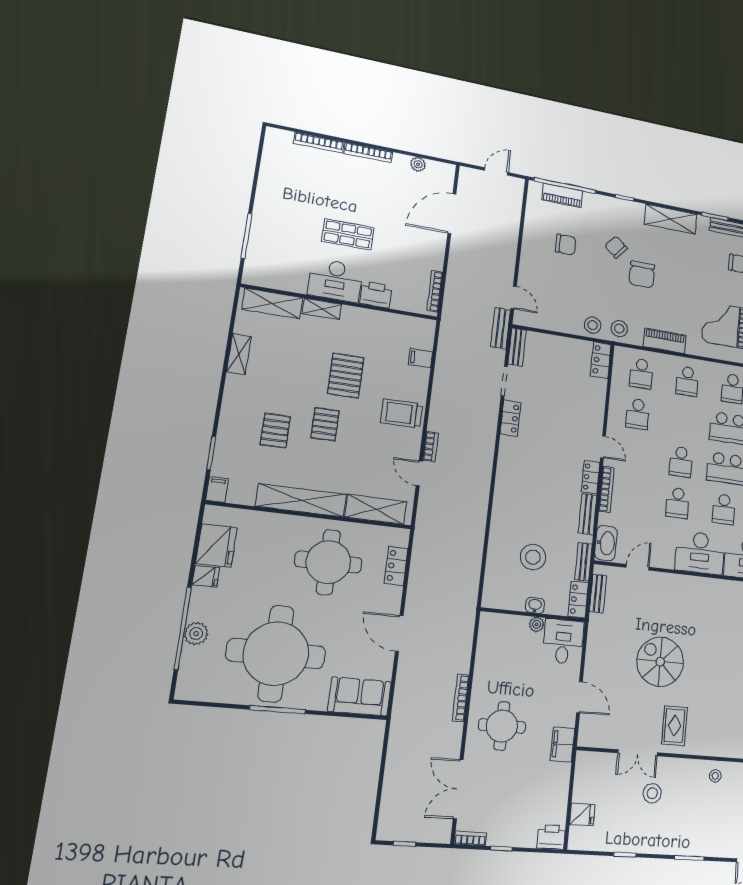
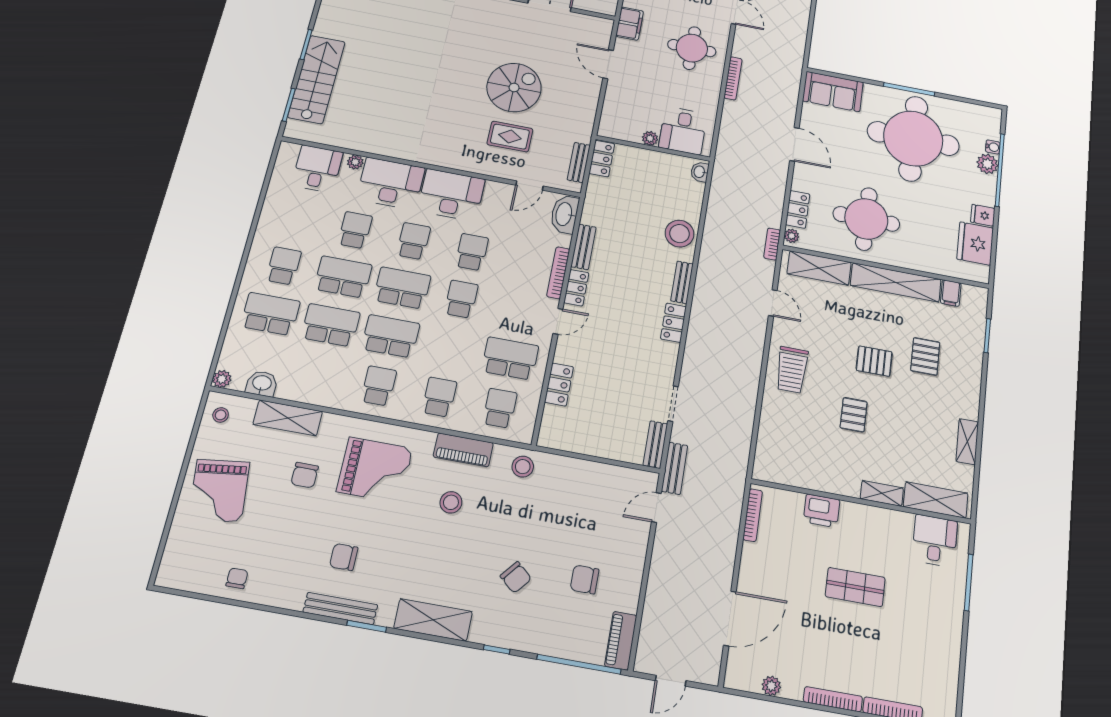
piano: (562, 195) -> (621, 641), moved, turned -90
chair: (642, 274) -> (484, 540), removed
desk: (335, 280) -> (935, 541), moved, width x0.73
door: (514, 297) -> (656, 508), hinge flipped
stool: (593, 325) -> (451, 502), moved
filing cabinet: (421, 358) -> (770, 433), removed
locker: (601, 360) -> (559, 384), moved
pallet: (346, 376) -> (854, 415), width x0.67, depth x0.71
trolley: (402, 413) -> (792, 370), turned 90
school desk: (638, 414) -> (510, 358), width x1.85
locker: (511, 418) -> (673, 323), moved
pallet: (325, 424) -> (874, 361), turned 90
bookcase: (431, 447) -> (772, 244), moved
door: (603, 447) -> (558, 321), swing flipped
filing cabinet: (217, 490) -> (951, 293), moved
plant: (402, 539) -> (792, 236), added
stool: (533, 557) -> (680, 234), moved
bench: (584, 562) -> (682, 282), moved
washbasin: (535, 605) -> (700, 172), moved, turned 90
desk: (563, 641) -> (683, 131), moved
water cooler: (188, 654) -> (993, 147), added
spiral stairs: (660, 662) -> (514, 88), turned -90
rug: (675, 726) -> (510, 137), moved, turned 90

